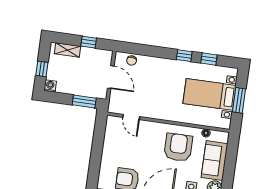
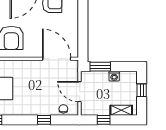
window: (184, 56) -> (44, 120), moved
washing machine: (50, 86) -> (114, 76), moved
door: (131, 117) -> (57, 59), width x1.88

